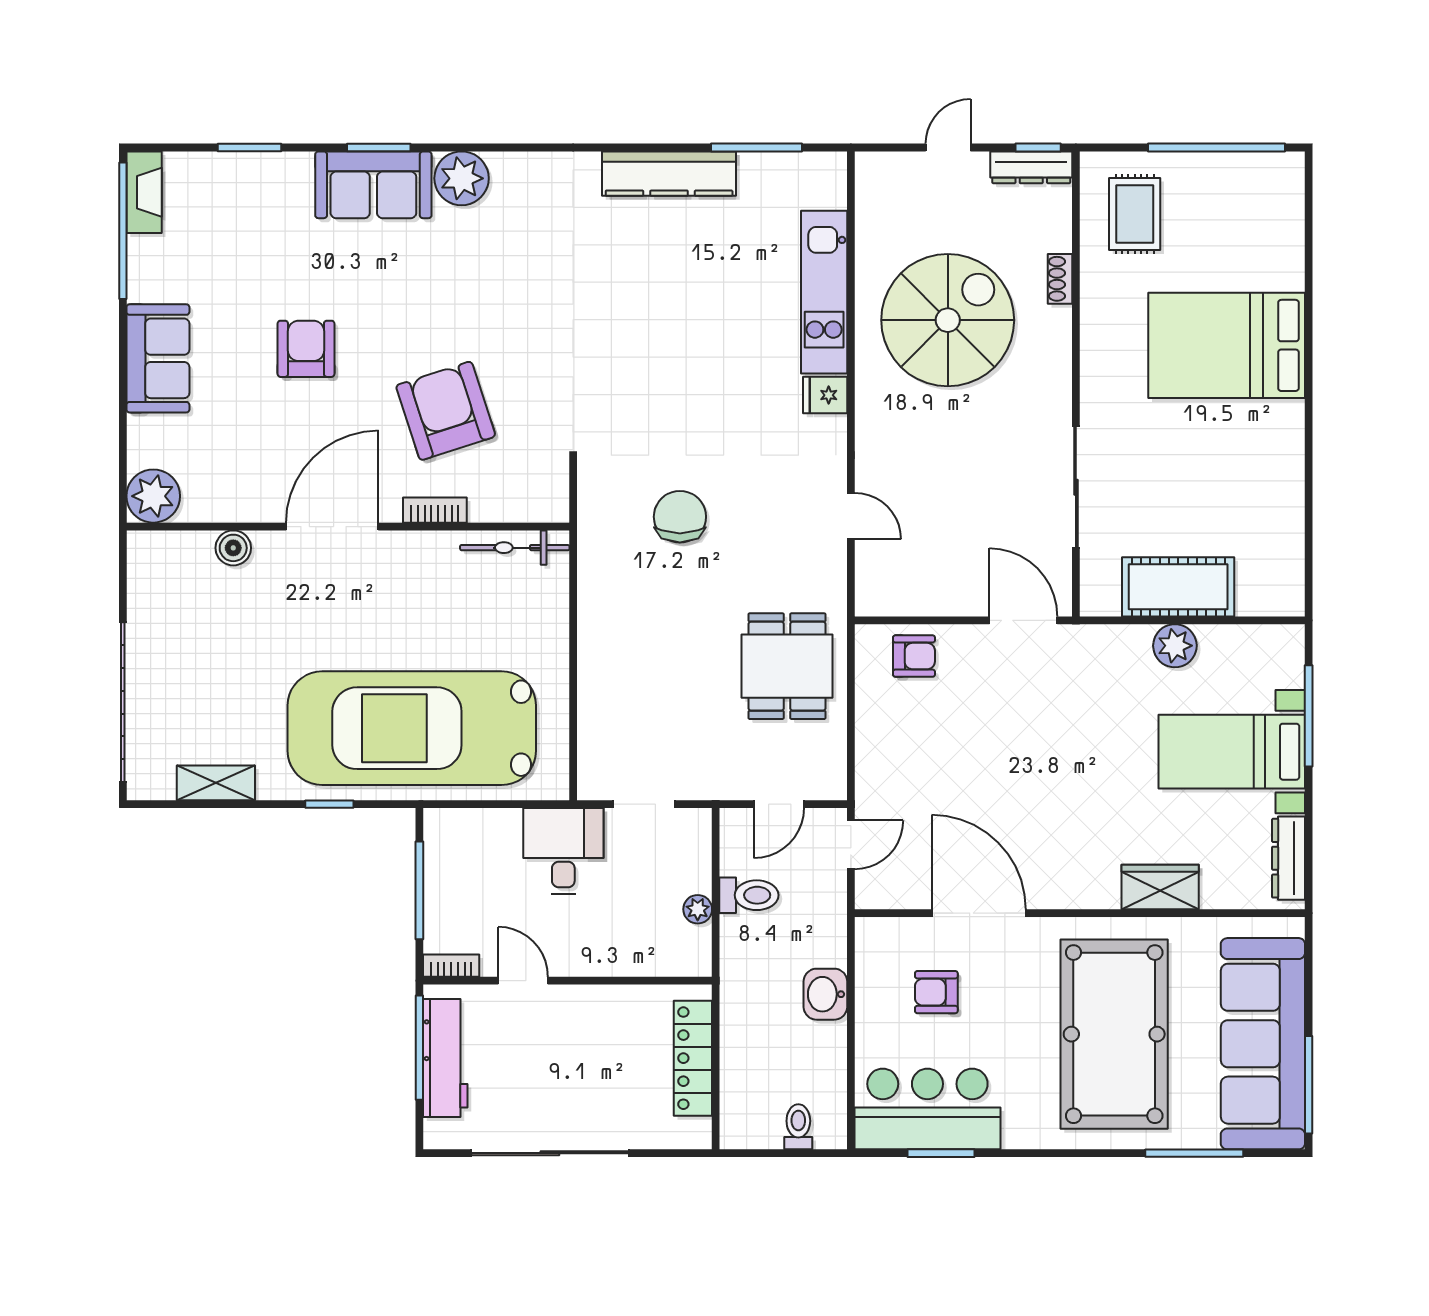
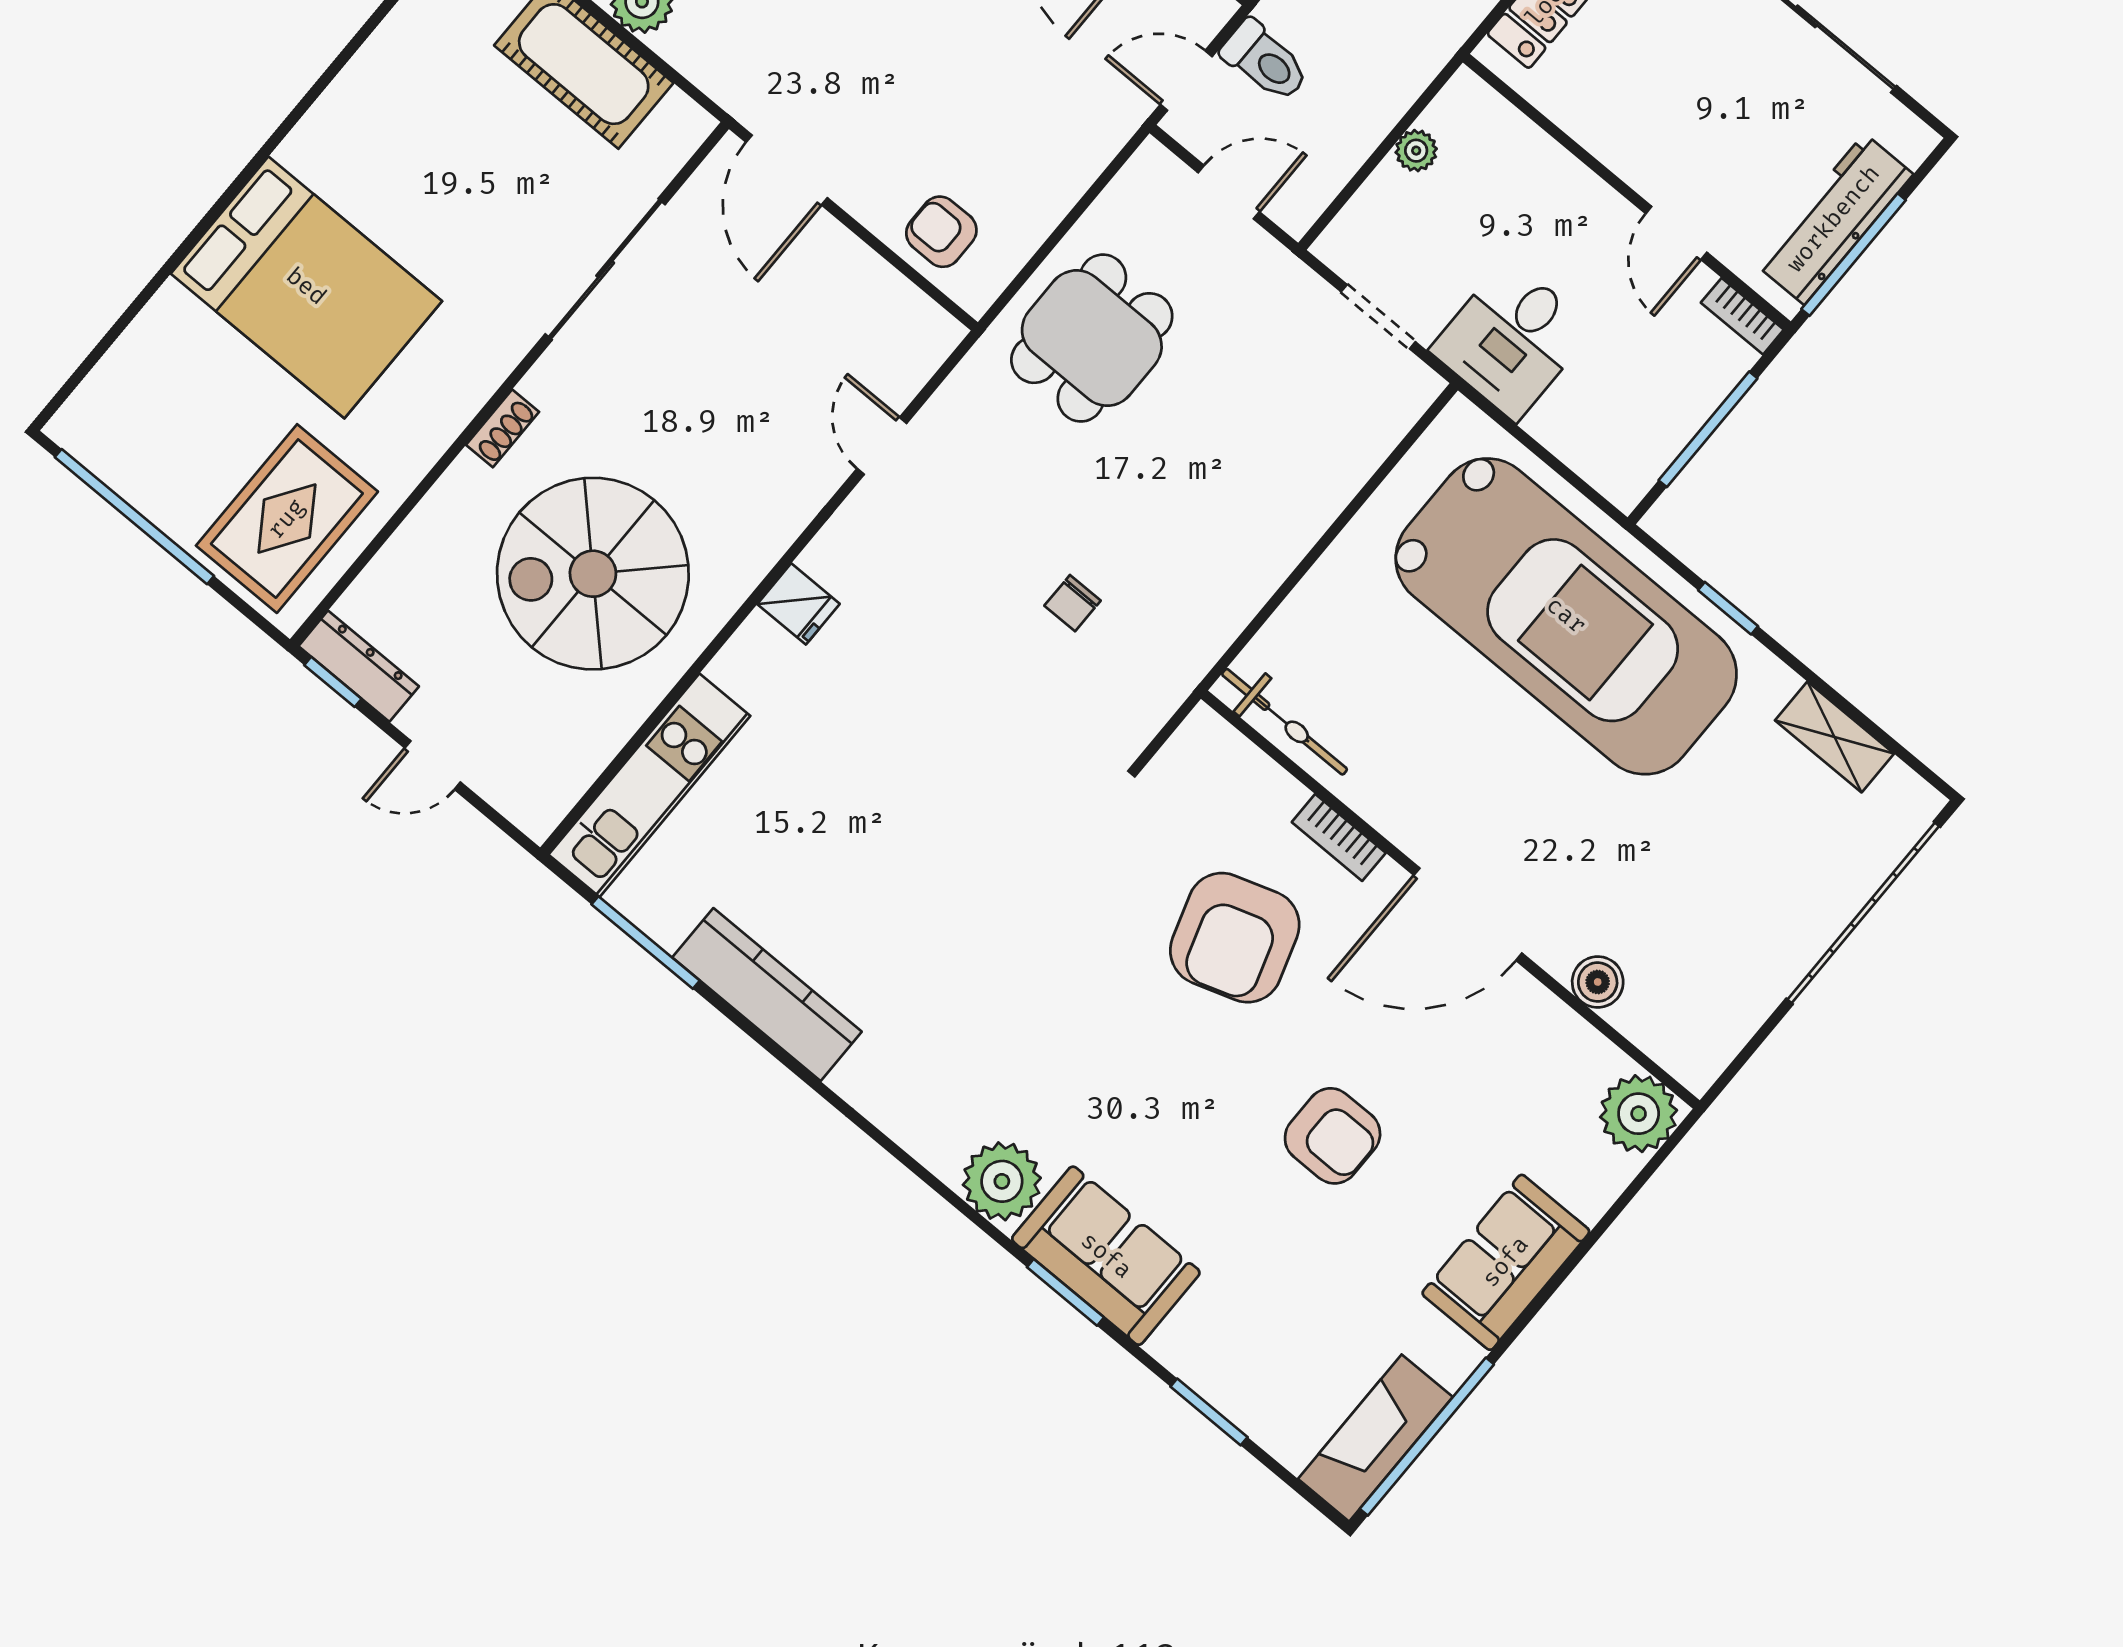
fireplace: (144, 192) -> (1375, 1438), width x1.37, depth x1.32
rug: (1135, 214) -> (287, 519), width x1.36, depth x1.43
shoe rack: (1060, 279) -> (502, 428), moved
kitchen unit: (824, 292) -> (649, 785), moved
armchair: (306, 349) -> (1333, 1136), turned -90
chair: (680, 517) -> (1073, 603), width x0.54, depth x0.54
toilet: (749, 895) -> (1265, 61), moved, turned 180

